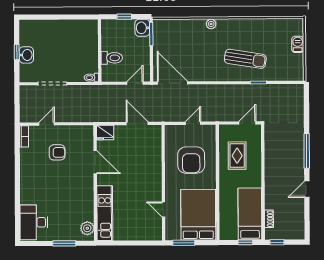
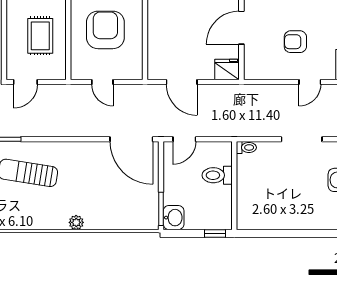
window: (124, 17) -> (215, 233), moved
door: (193, 123) -> (102, 82), hinge flipped
door: (95, 162) -> (241, 28), hinge flipped

